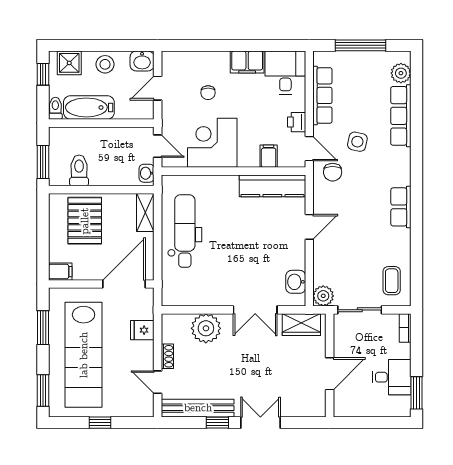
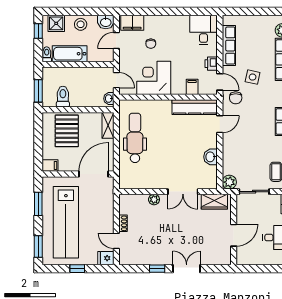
window: (360, 45) -> (255, 11), removed
filing cabinet: (247, 62) -> (132, 23), moved
door: (309, 227) -> (220, 124), moved
washbasin: (296, 282) -> (211, 157), moved
plant: (206, 328) -> (154, 200), width x0.53, depth x0.53
fridge: (142, 330) -> (106, 258), moved
bench: (198, 408) -> (144, 259), removed

